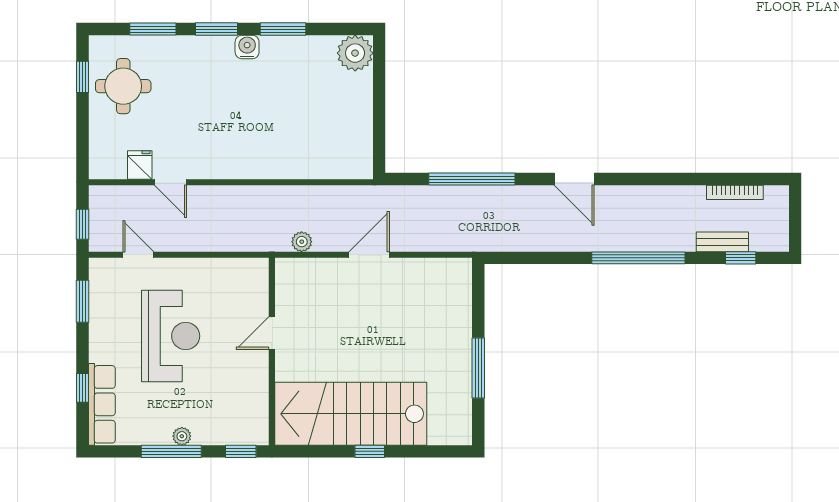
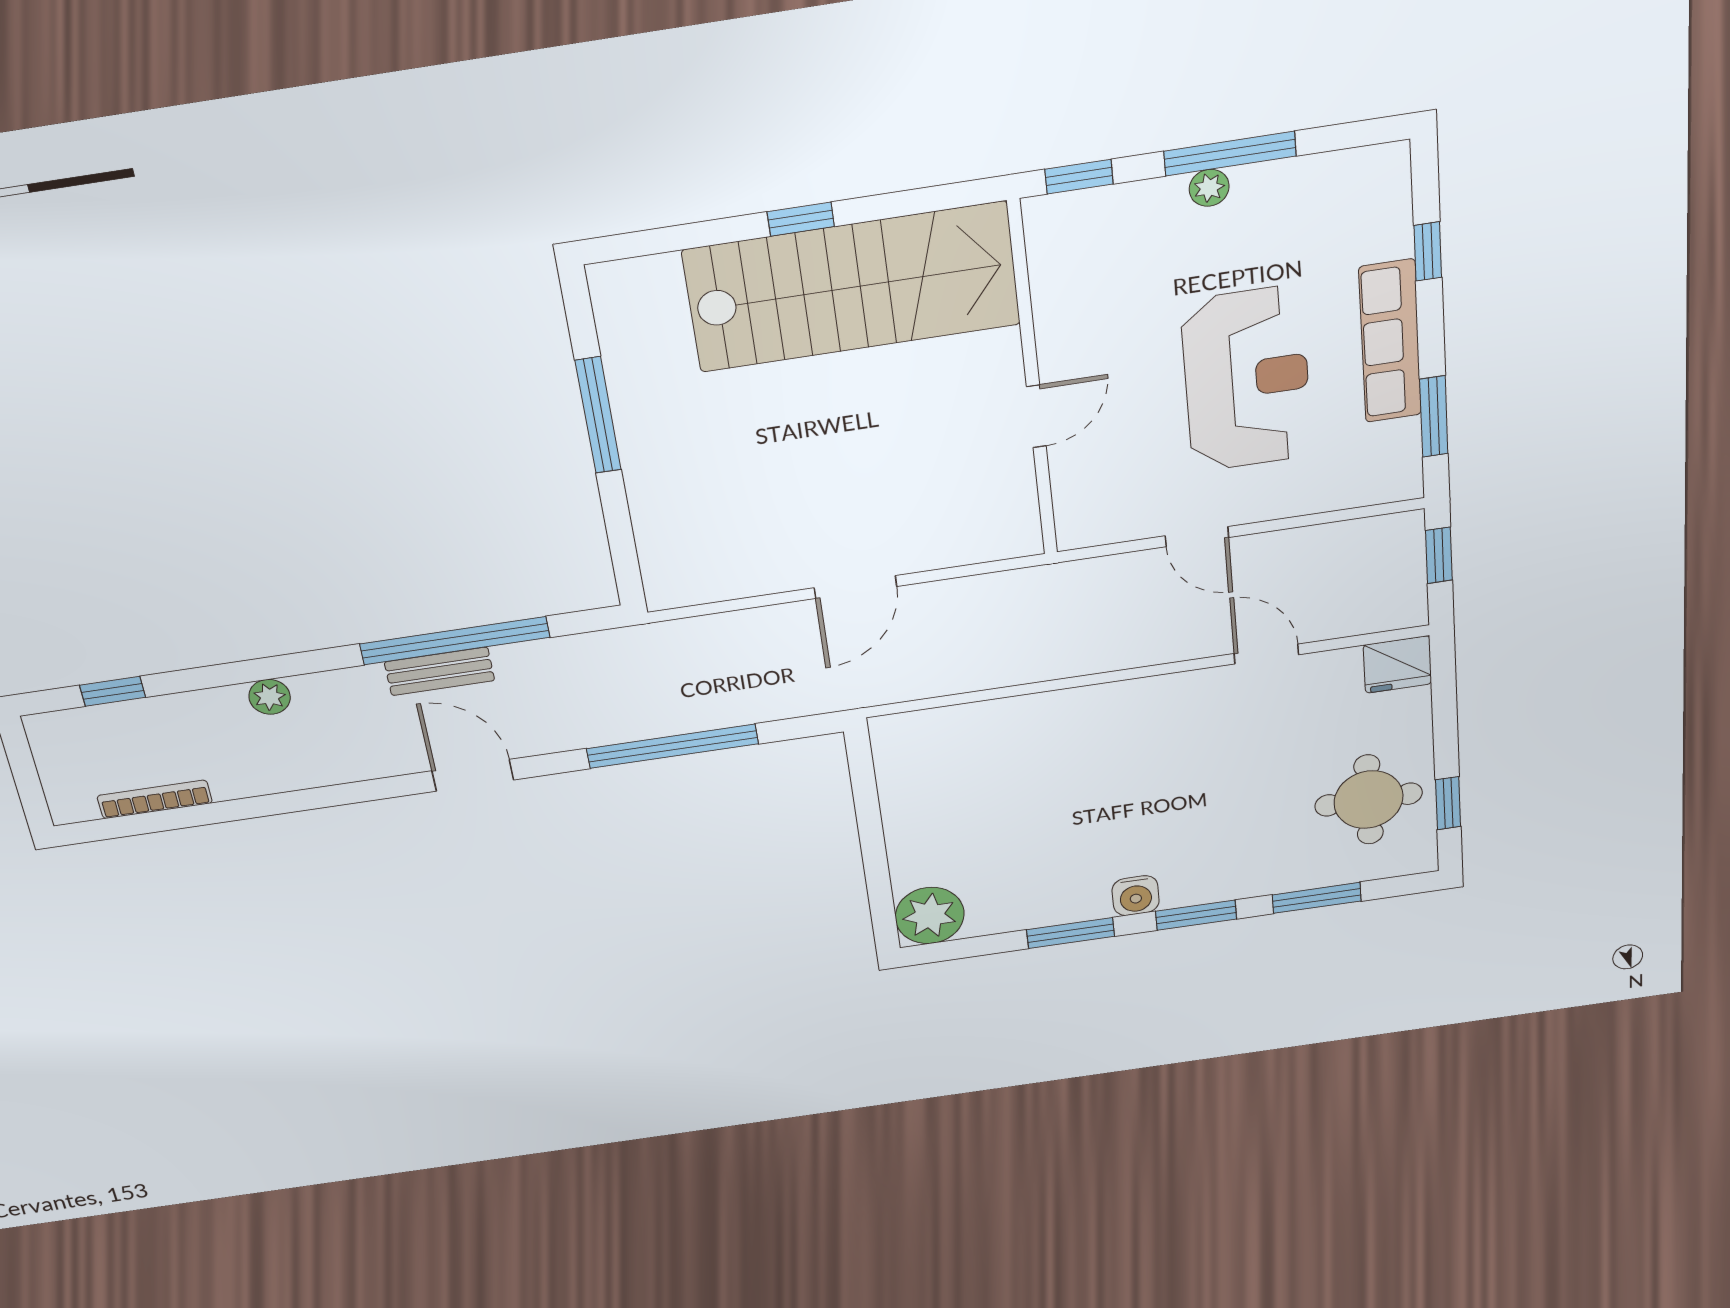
fridge: (140, 165) -> (1398, 664), moved, width x1.38
plant: (302, 242) -> (270, 697), moved
bench: (722, 242) -> (440, 671), moved
door: (138, 255) -> (1197, 537), moved
window: (638, 258) -> (455, 641), moved
reception desk: (171, 336) -> (1247, 379), turned 180
row of seats: (102, 404) -> (1390, 341), moved

